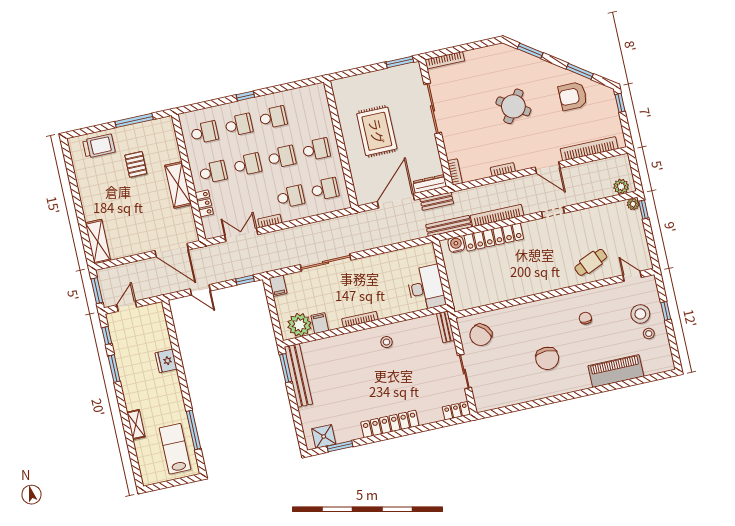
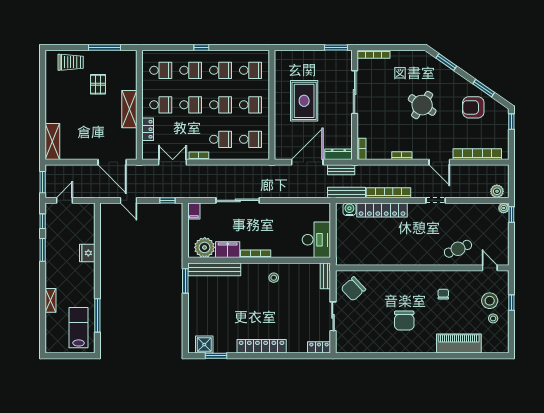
school desk: (307, 110) -> (250, 70), added
filing cabinet: (320, 323) -> (228, 250), width x2.00
bench: (298, 375) -> (214, 269), moved, turned 90

